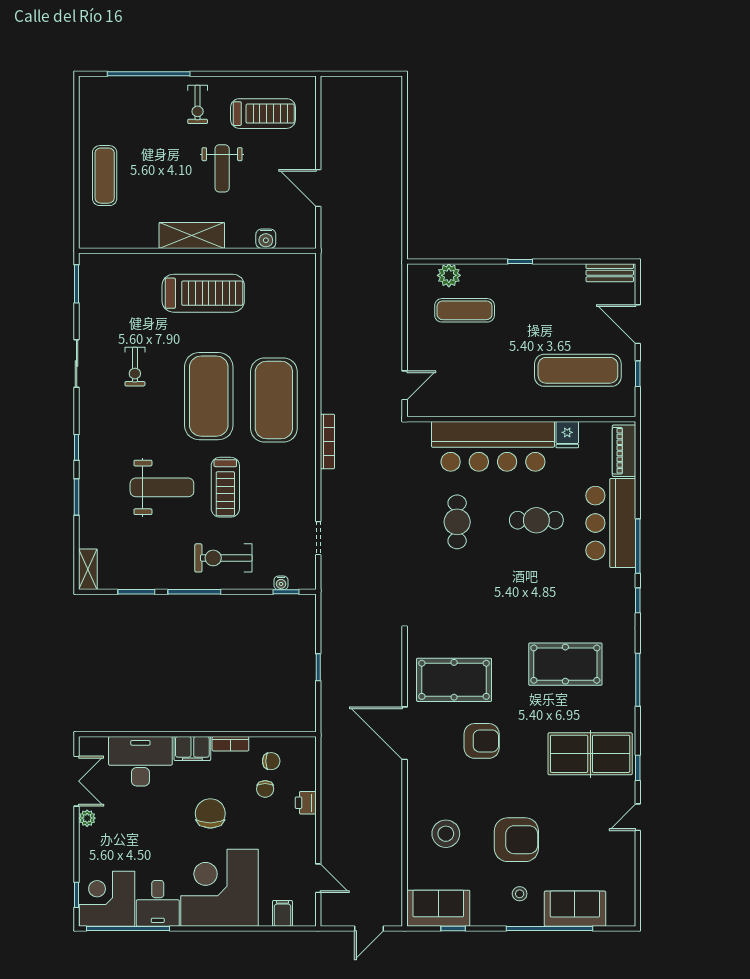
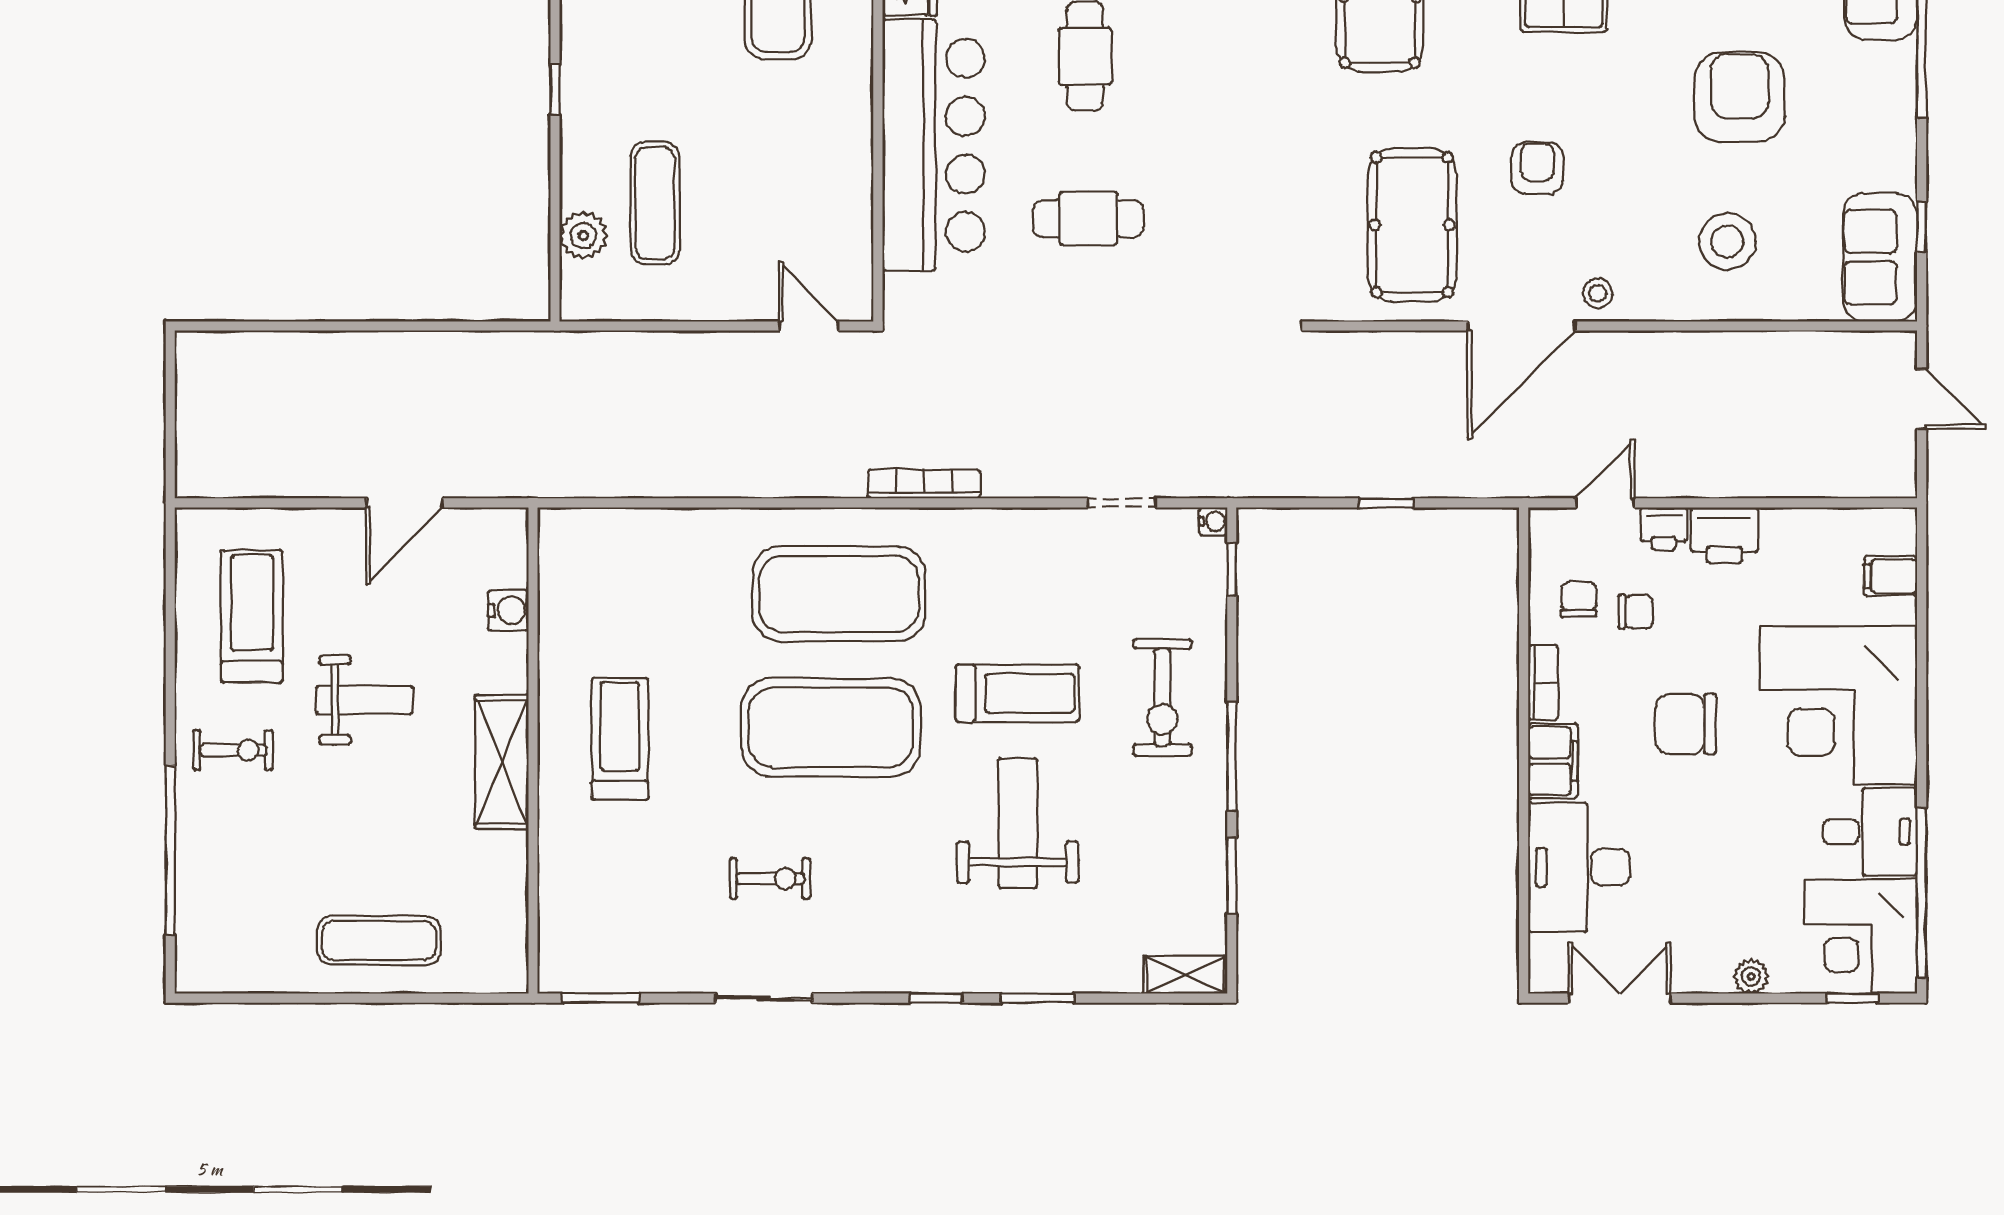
treadmill: (203, 293) -> (620, 739), width x0.73, depth x0.73
water cooler: (281, 583) -> (1213, 521), moved
armchair: (482, 741) -> (1537, 168), width x0.72, depth x0.72
plant: (87, 818) -> (1751, 977), moved
printer: (303, 832) -> (1724, 535), added
door: (318, 878) -> (1605, 503), moved
stool: (520, 894) -> (1598, 293), moved

